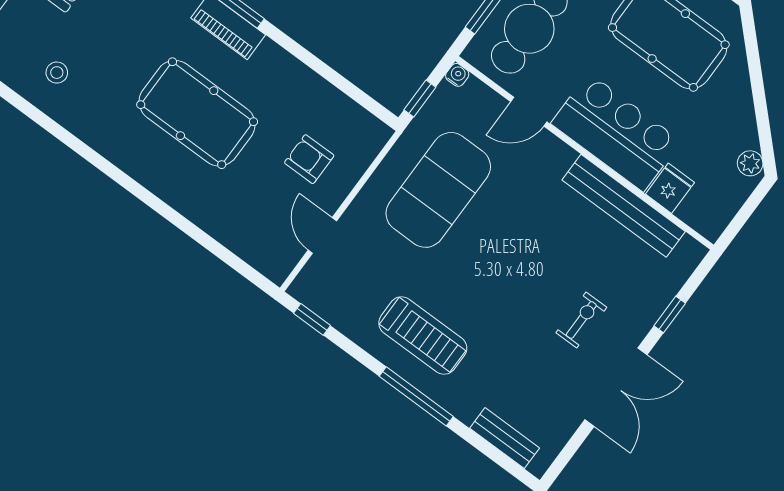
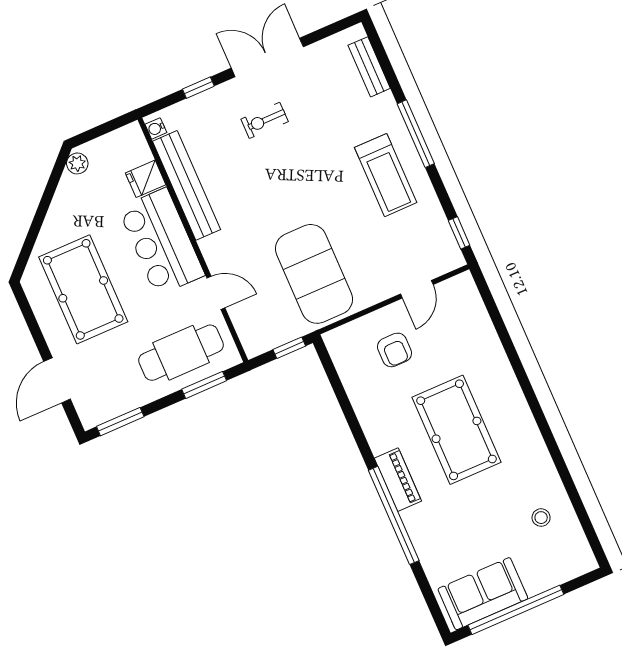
water cooler: (457, 75) -> (156, 128), moved
exercise mat: (438, 190) -> (314, 274), turned 90
treadmill: (423, 335) -> (386, 175), turned 180

